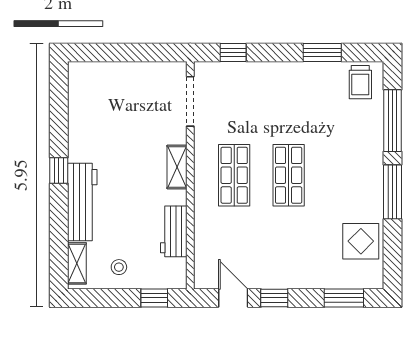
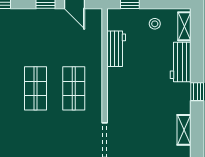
shelving: (177, 167) -> (184, 130), moved
workbench: (82, 202) -> (181, 62), width x0.73

